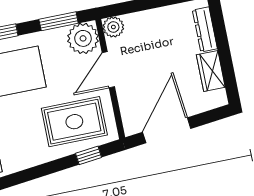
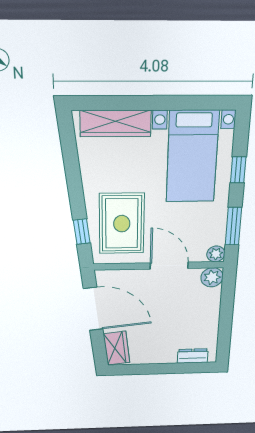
dresser: (205, 29) -> (193, 356), width x0.70
plant: (83, 38) -> (216, 254), width x0.53, depth x0.53
wardrobe: (211, 71) -> (117, 348), moved, turned 84

